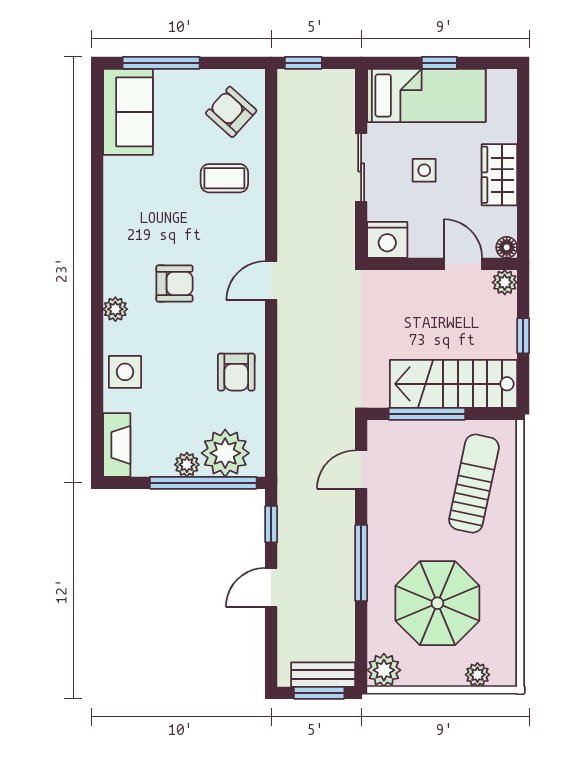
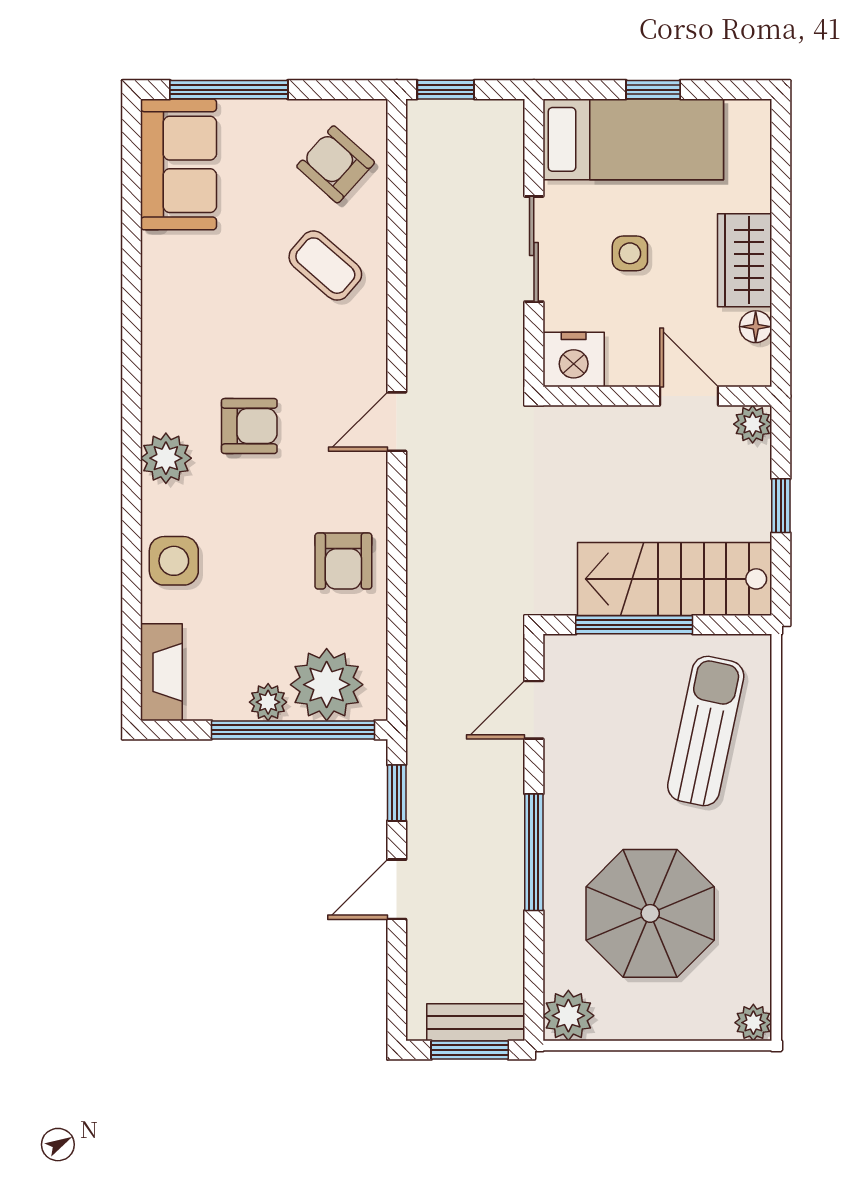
coffee table: (224, 178) -> (325, 266), turned 41
floor lamp: (507, 247) -> (756, 327), moved
plant: (115, 309) -> (166, 458), width x1.38, depth x1.38
plant: (477, 675) -> (753, 1023), moved

